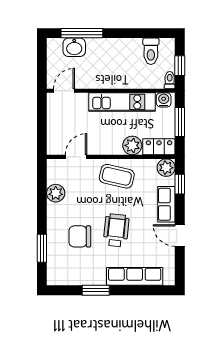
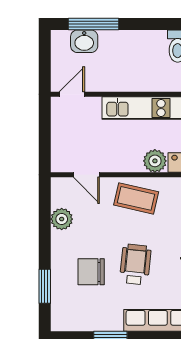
door: (76, 157) -> (86, 175), swing flipped

